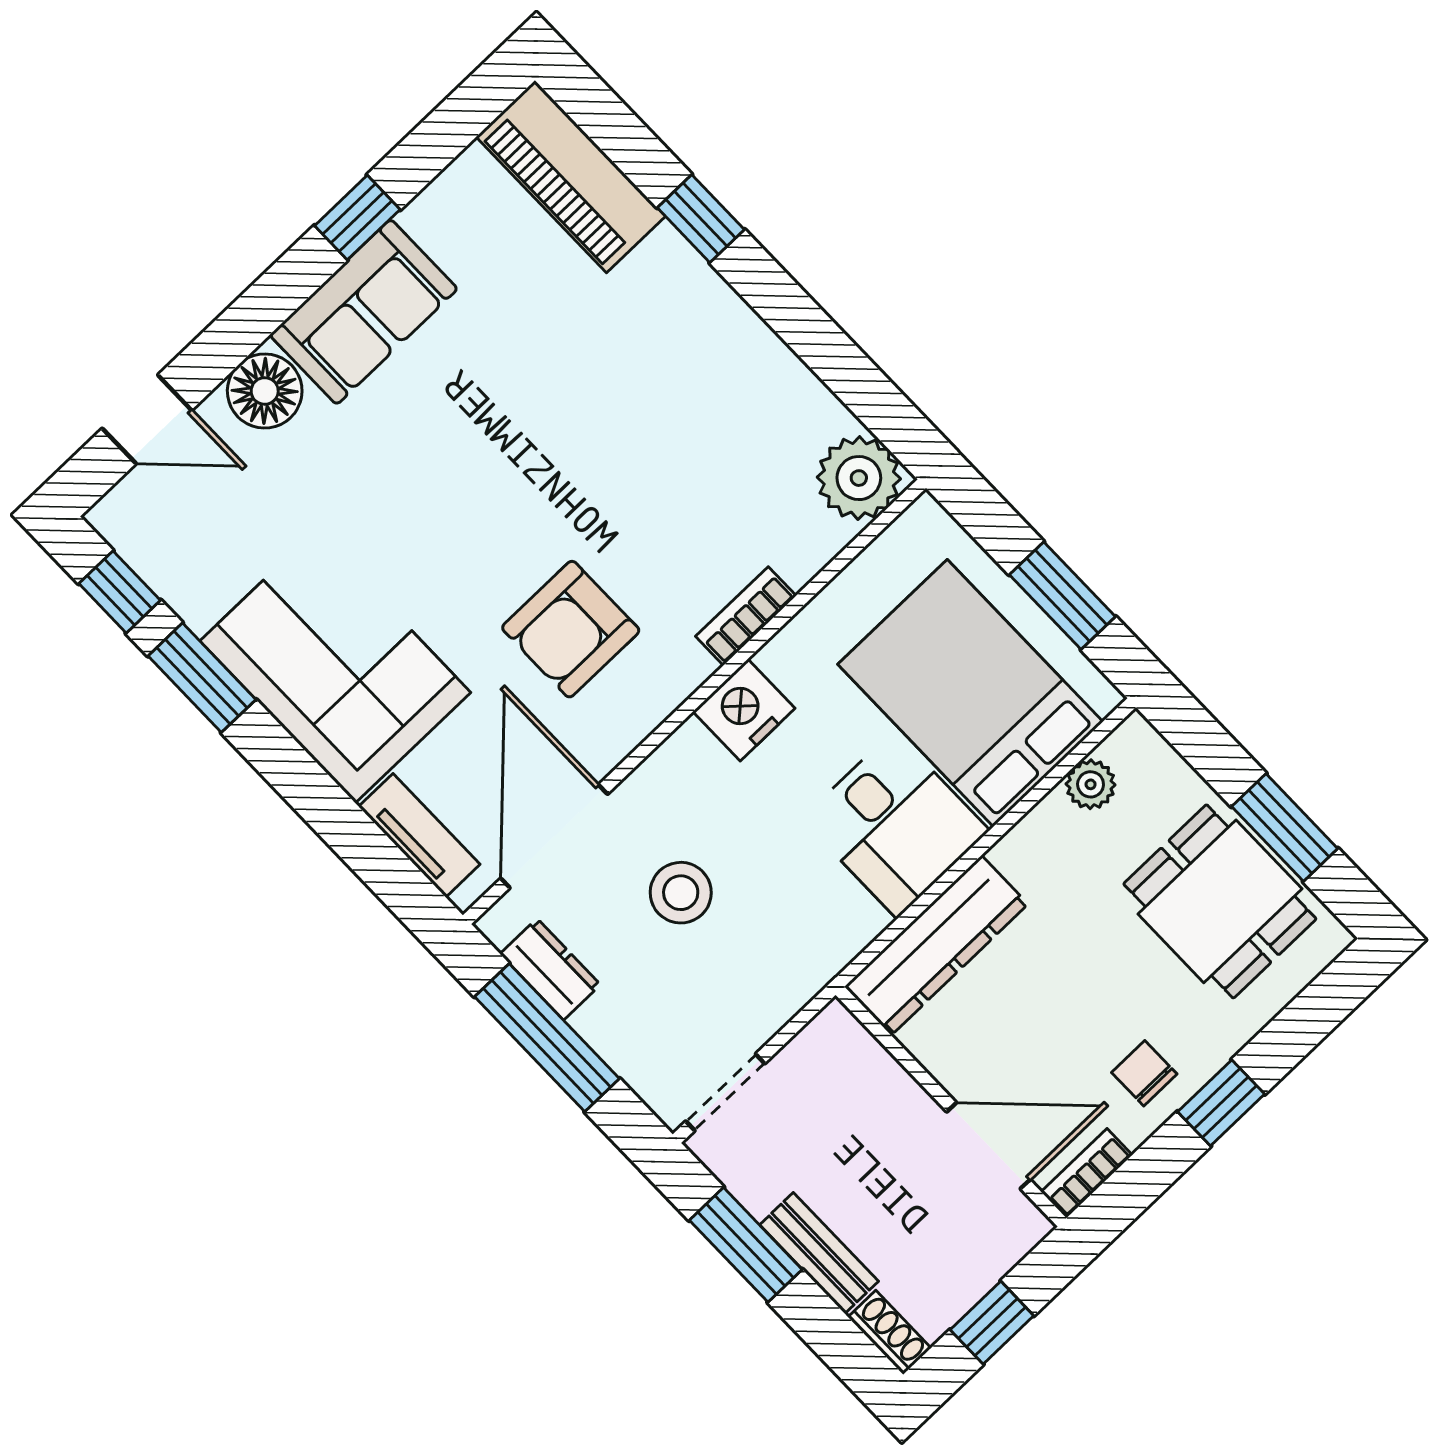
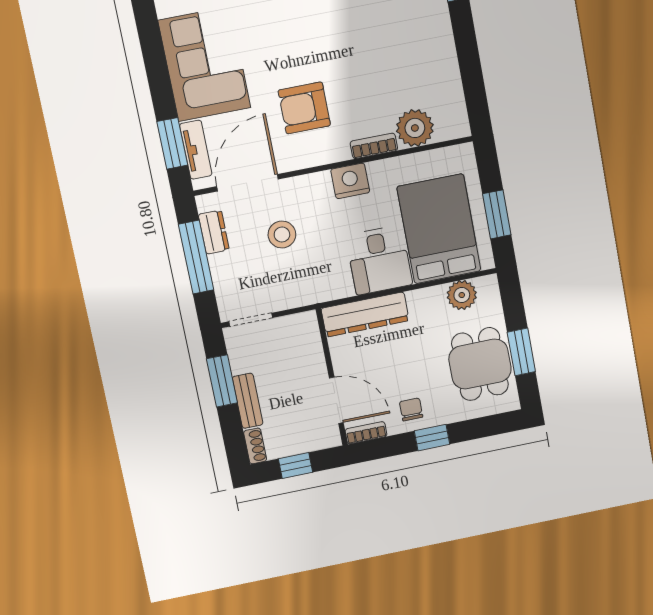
plant: (859, 478) -> (415, 128), moved
window: (202, 678) -> (172, 143), moved
plant: (1091, 784) -> (462, 295), width x1.38, depth x1.38

